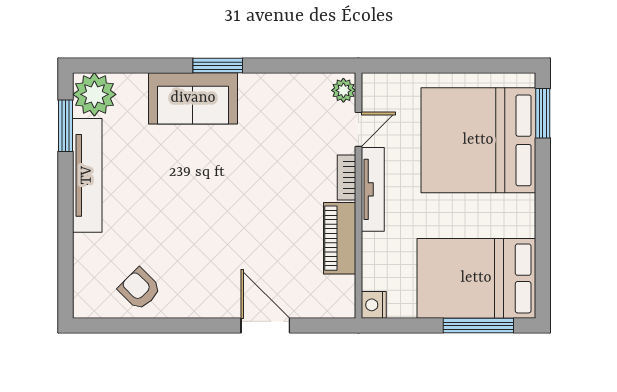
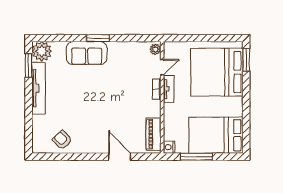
tv unit: (373, 189) -> (169, 89), width x0.71
piano: (340, 238) -> (154, 134), moved
window: (478, 326) -> (196, 157), moved

